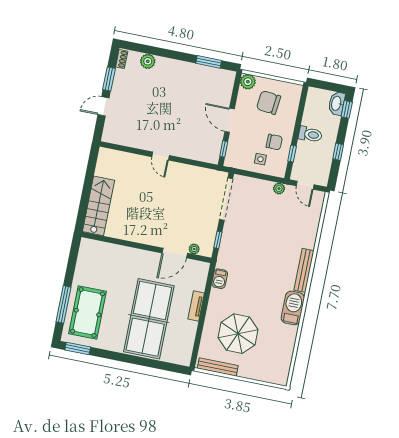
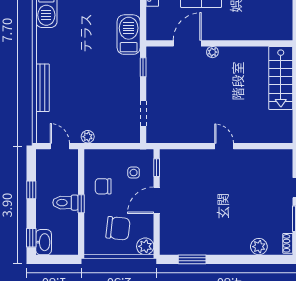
door: (230, 120) -> (157, 200), swing flipped
window: (292, 154) -> (81, 204), moved
side table: (260, 159) -> (134, 173), moved
doorway: (226, 199) -> (143, 114), width x0.53
plant: (194, 249) -> (212, 52), moved
bench: (304, 270) -> (42, 88), moved
barbecue: (220, 279) -> (129, 35), width x1.88, depth x1.53

